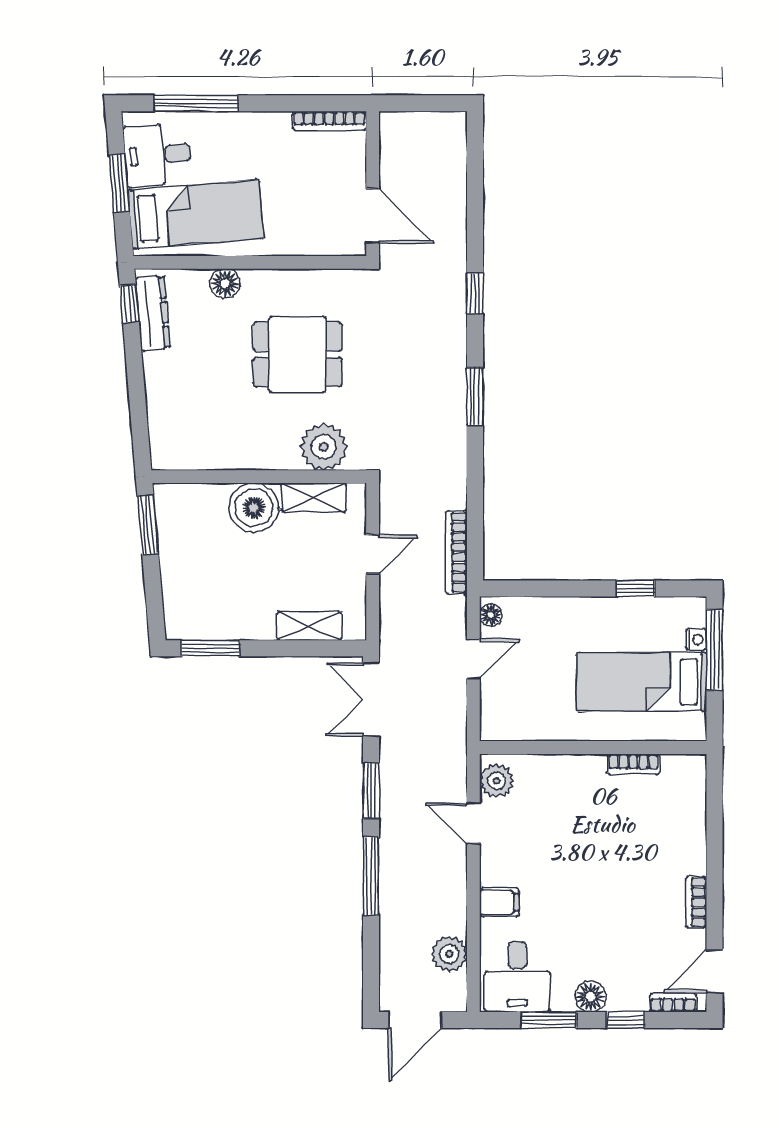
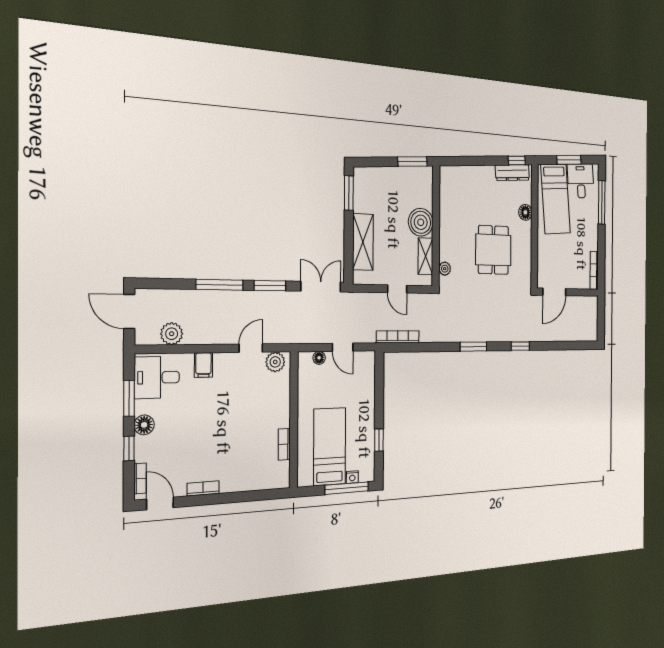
plant: (324, 447) -> (445, 269), width x0.53, depth x0.53
floor lamp: (491, 615) -> (319, 358), moved
shelving: (309, 626) -> (363, 242), width x1.50, depth x1.33

